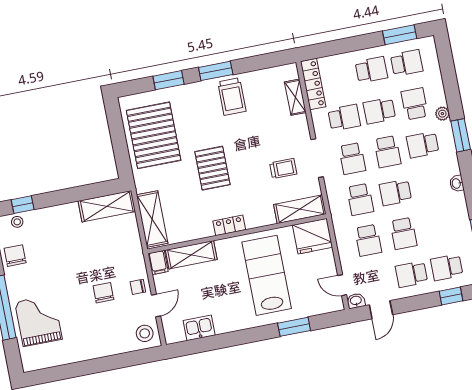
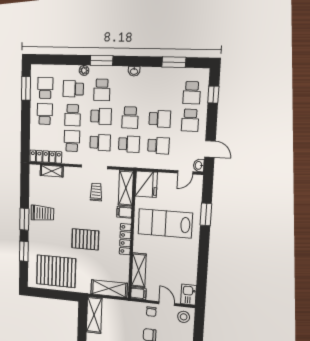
filing cabinet: (266, 215) -> (124, 212), added
locker: (229, 225) -> (125, 239), width x1.53
kitchen sink: (199, 328) -> (189, 295), moved

